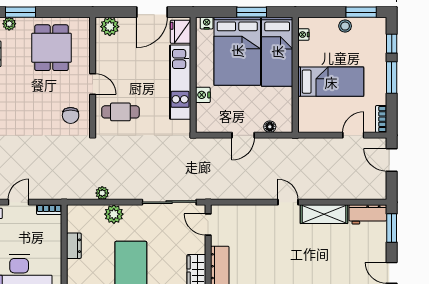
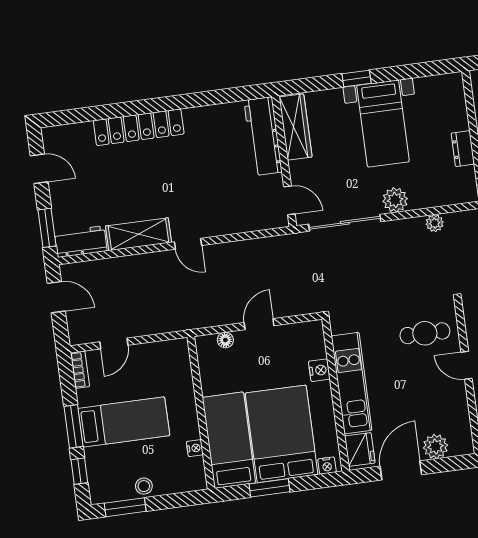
plant: (110, 27) -> (435, 446), moved
nightstand: (303, 35) -> (195, 448), moved
bed: (331, 82) -> (124, 422), moved, turned 180
door: (392, 160) -> (56, 297), moved
plant: (114, 214) -> (395, 200), moved

